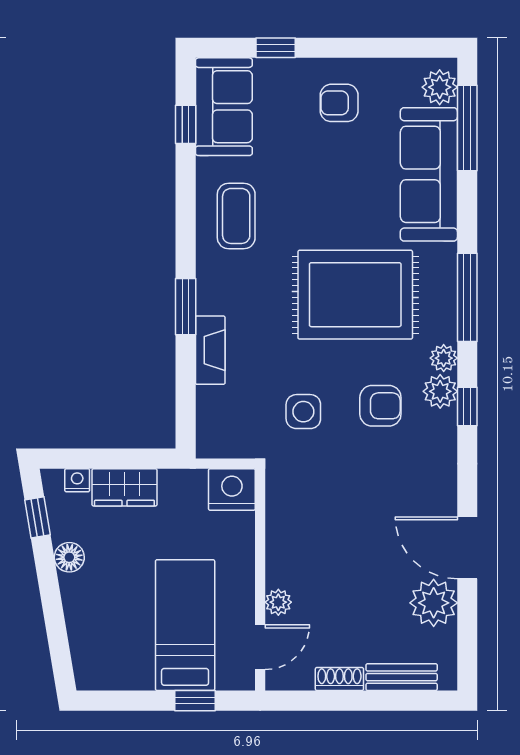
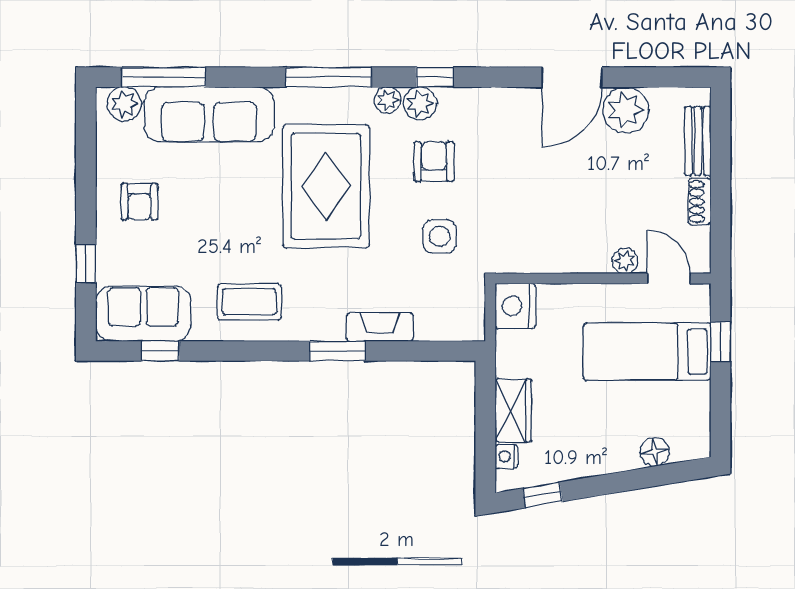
floor lamp: (69, 557) -> (655, 452), moved

